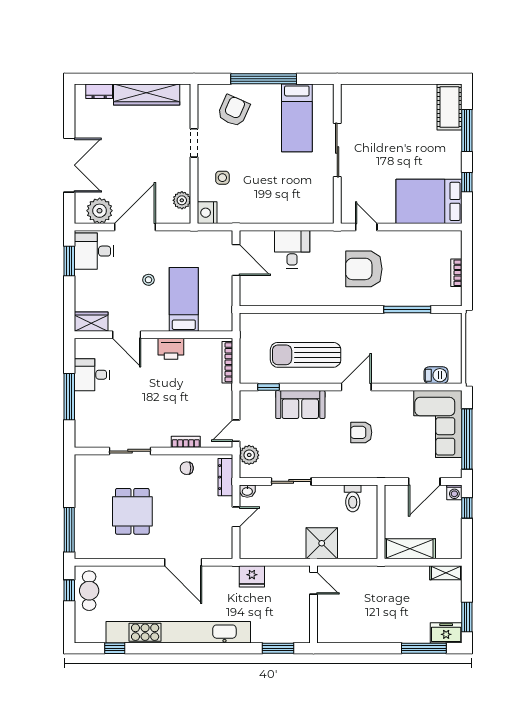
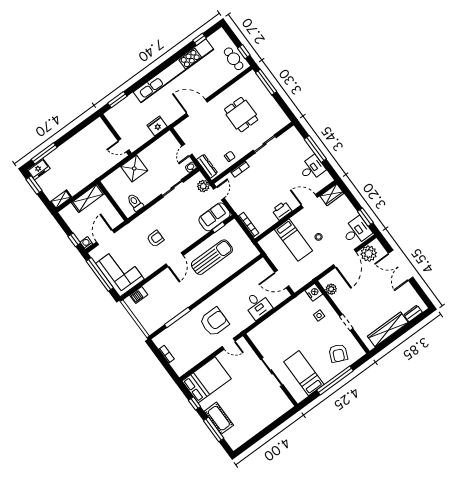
cot: (449, 107) -> (219, 418), moved
sofa: (300, 405) -> (214, 217), moved

